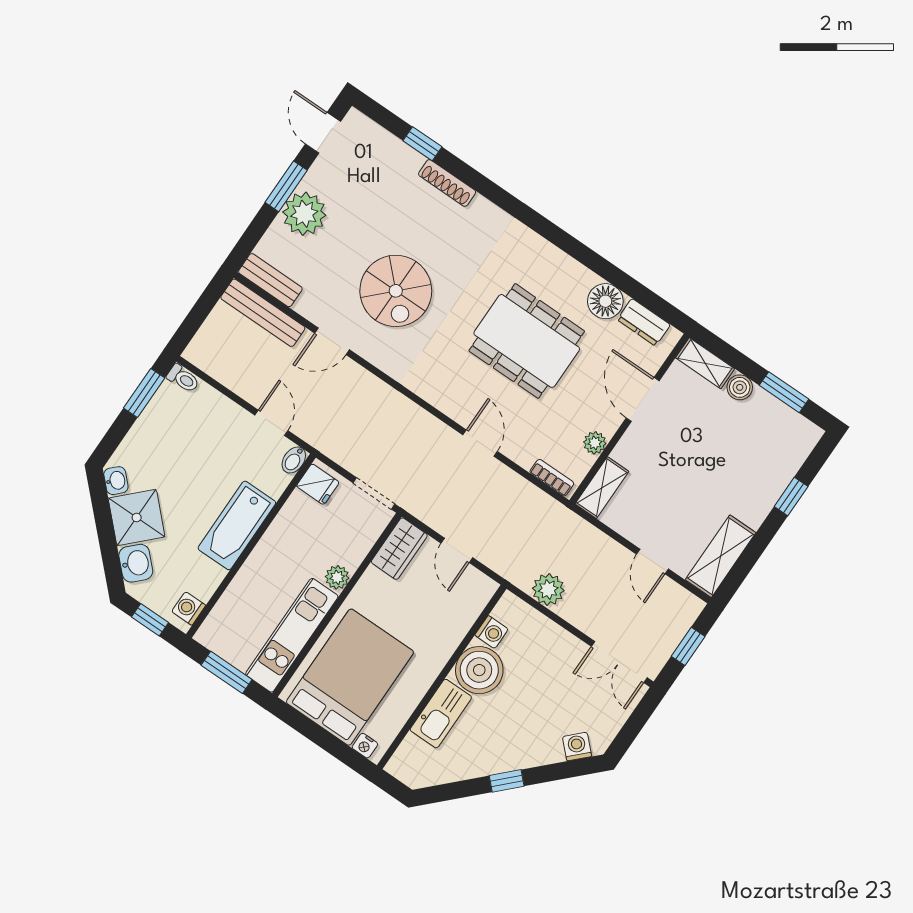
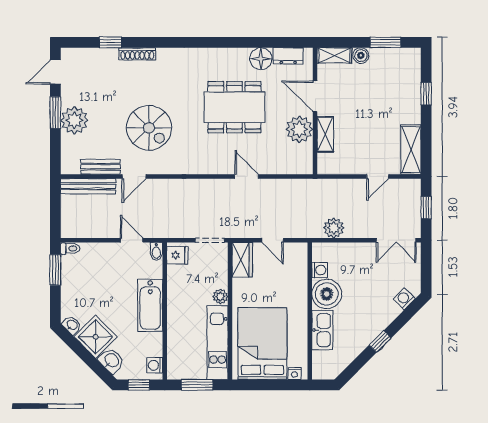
door: (323, 133) -> (55, 72), hinge flipped
bench: (270, 280) -> (100, 167), moved
plant: (595, 443) -> (299, 129), width x1.88, depth x1.88
bookcase: (552, 478) -> (296, 169), removed
shelving: (602, 488) -> (325, 134), moved
door: (652, 562) -> (378, 176), hinge flipped

